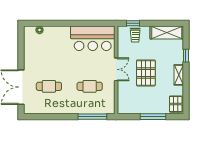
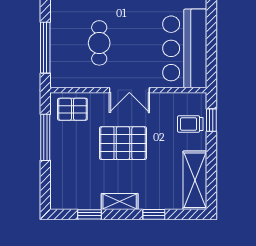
window: (186, 92) -> (89, 214), added
pallet: (176, 104) -> (72, 109), moved
window: (153, 117) -> (45, 137), moved

